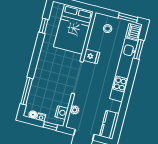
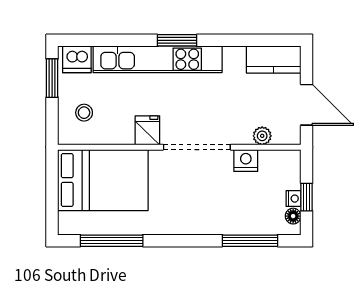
window: (44, 26) -> (112, 241), width x2.17
window: (139, 49) -> (177, 40), moved
nightstand: (62, 113) -> (246, 160), moved
window: (50, 126) -> (307, 197), moved

